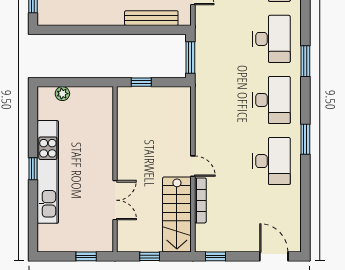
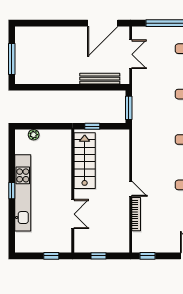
stairs: (177, 215) -> (85, 161), moved, turned 180

